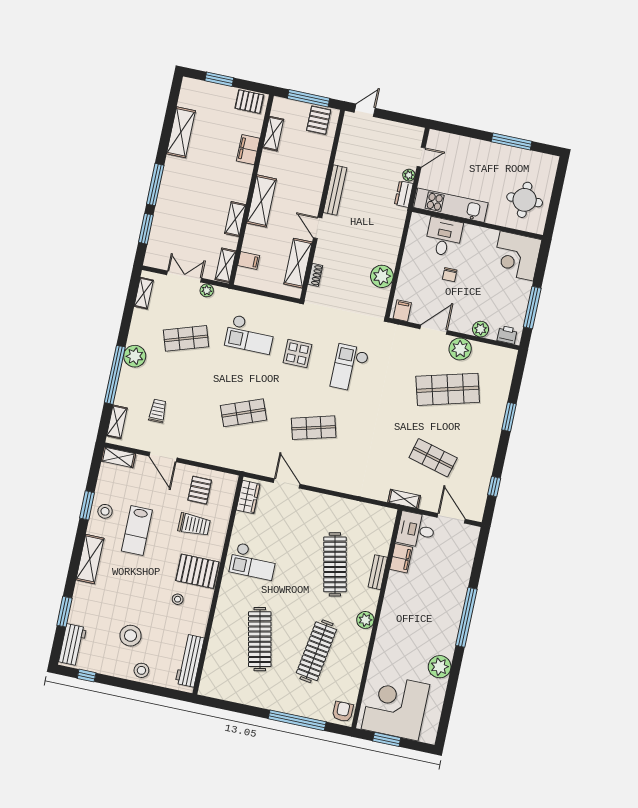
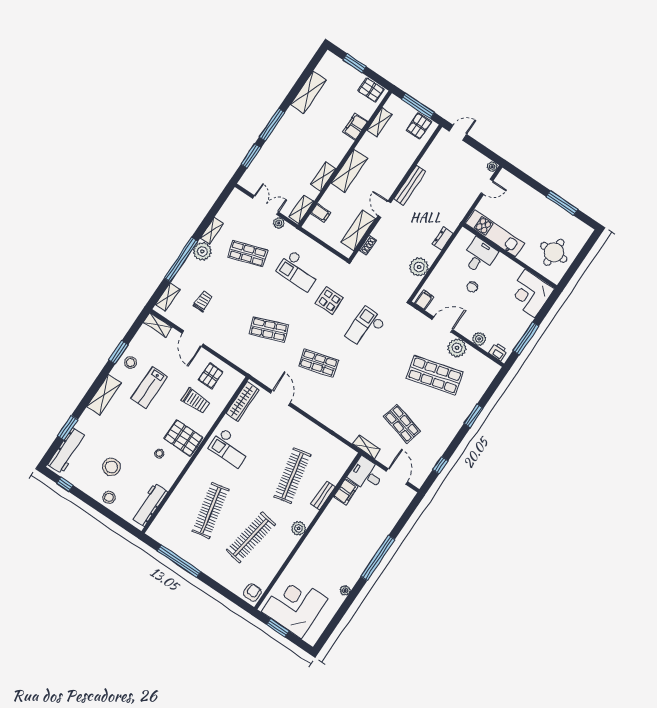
plant: (409, 175) -> (492, 167), moved
dresser: (404, 194) -> (443, 239), moved
shelving: (144, 293) -> (212, 231), moved
wardrobe: (248, 497) -> (243, 402), width x1.50
workbench: (73, 645) -> (67, 451), width x1.38
plant: (440, 667) -> (345, 590), width x0.53, depth x0.53
window: (297, 720) -> (179, 561), moved

